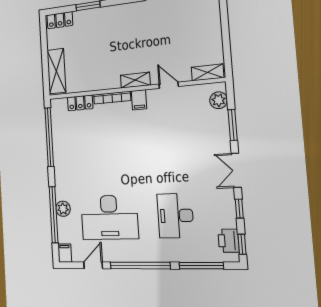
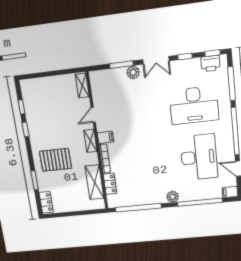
pallet: (113, 34) -> (55, 160), added
shelving: (56, 71) -> (95, 182), moved, turned 90
plant: (219, 100) -> (133, 72), moved
plant: (63, 209) -> (173, 197), moved
desk: (175, 216) -> (194, 105), width x1.36, depth x1.30

